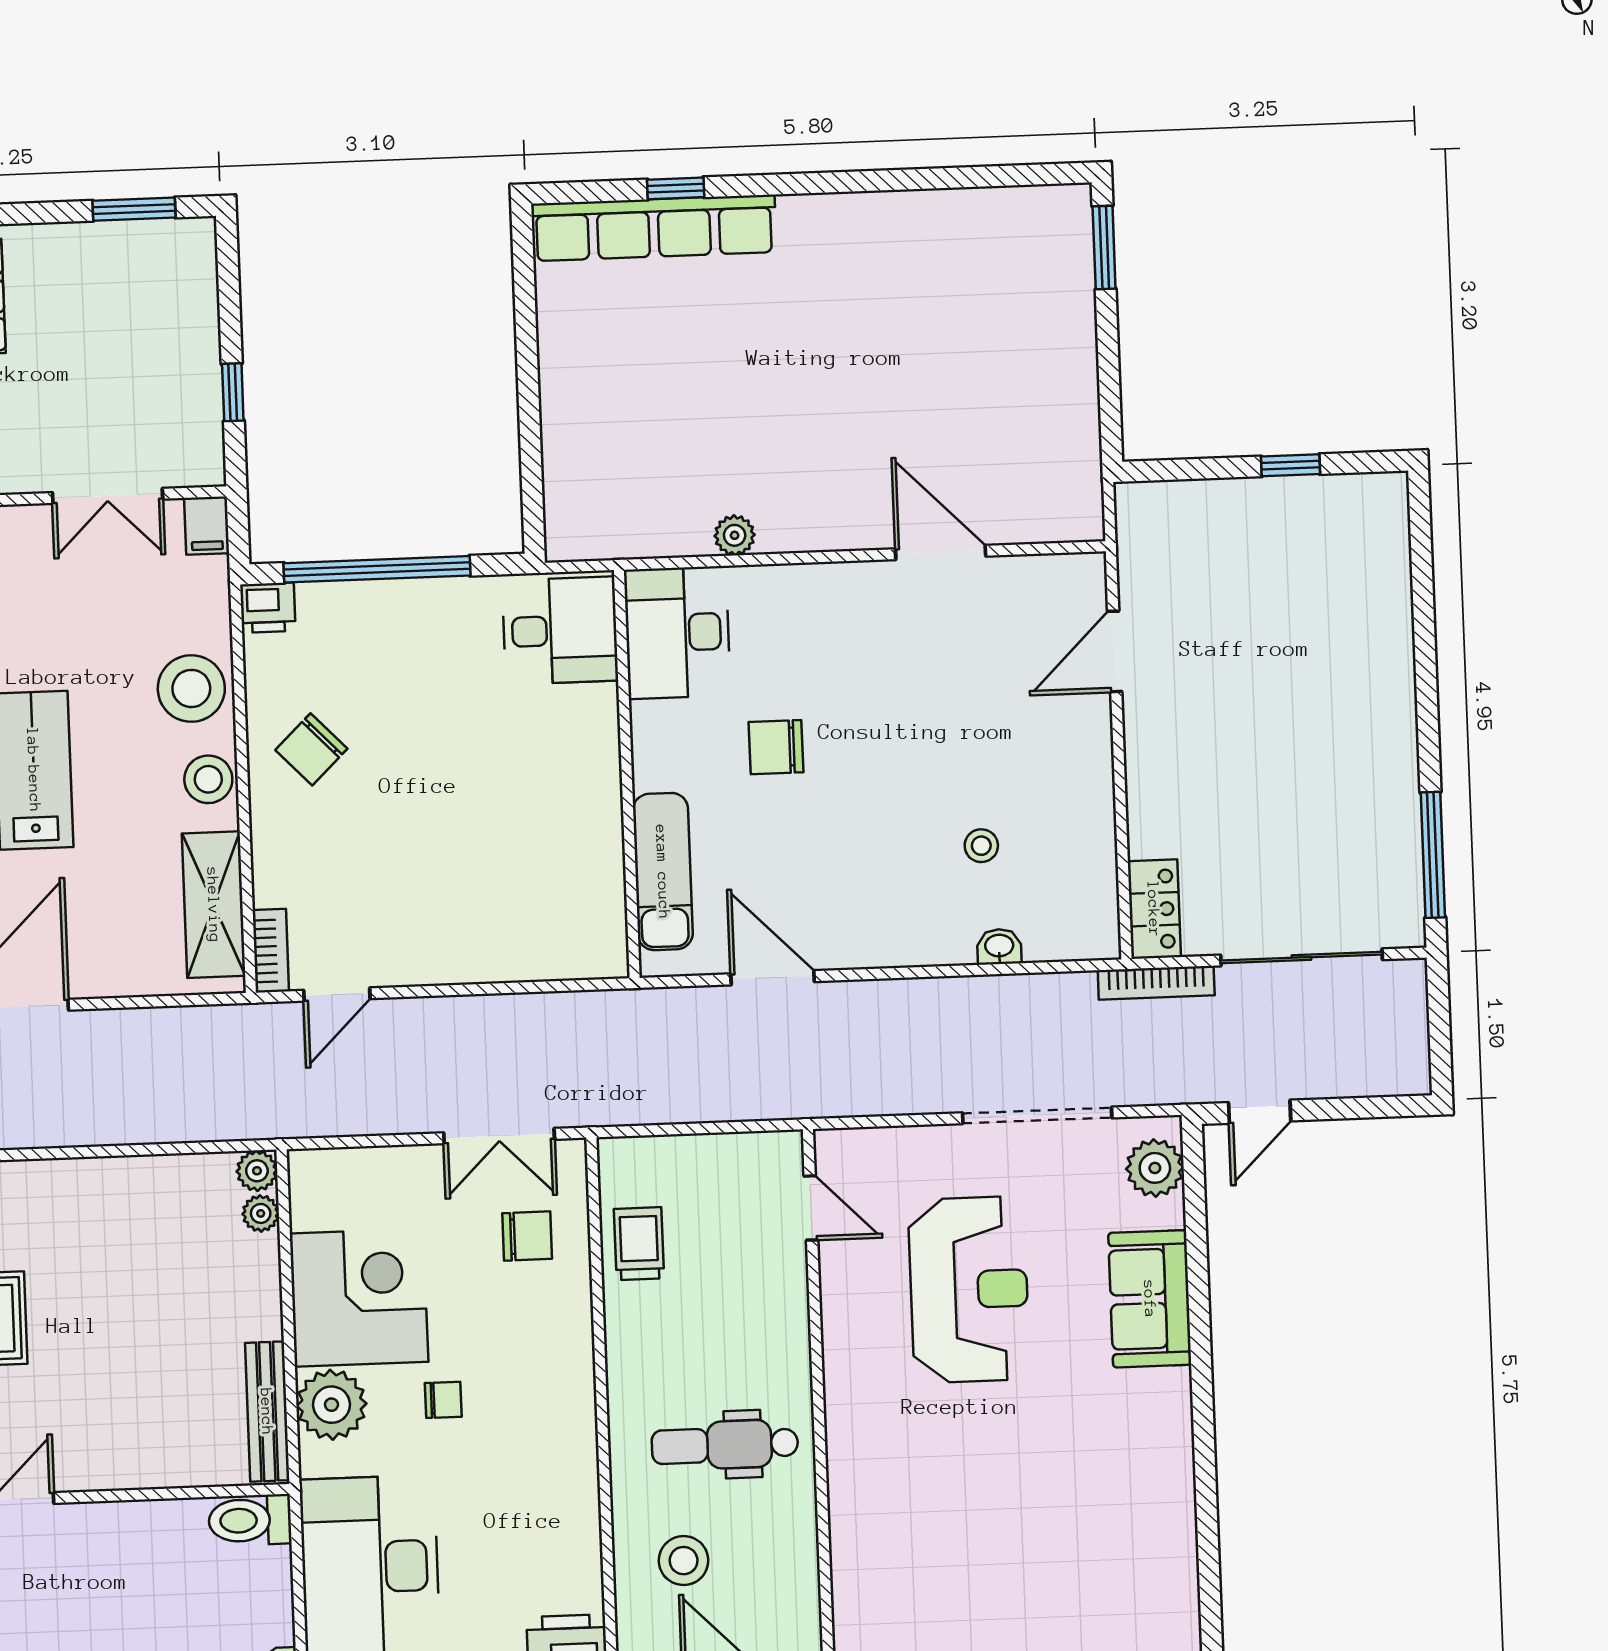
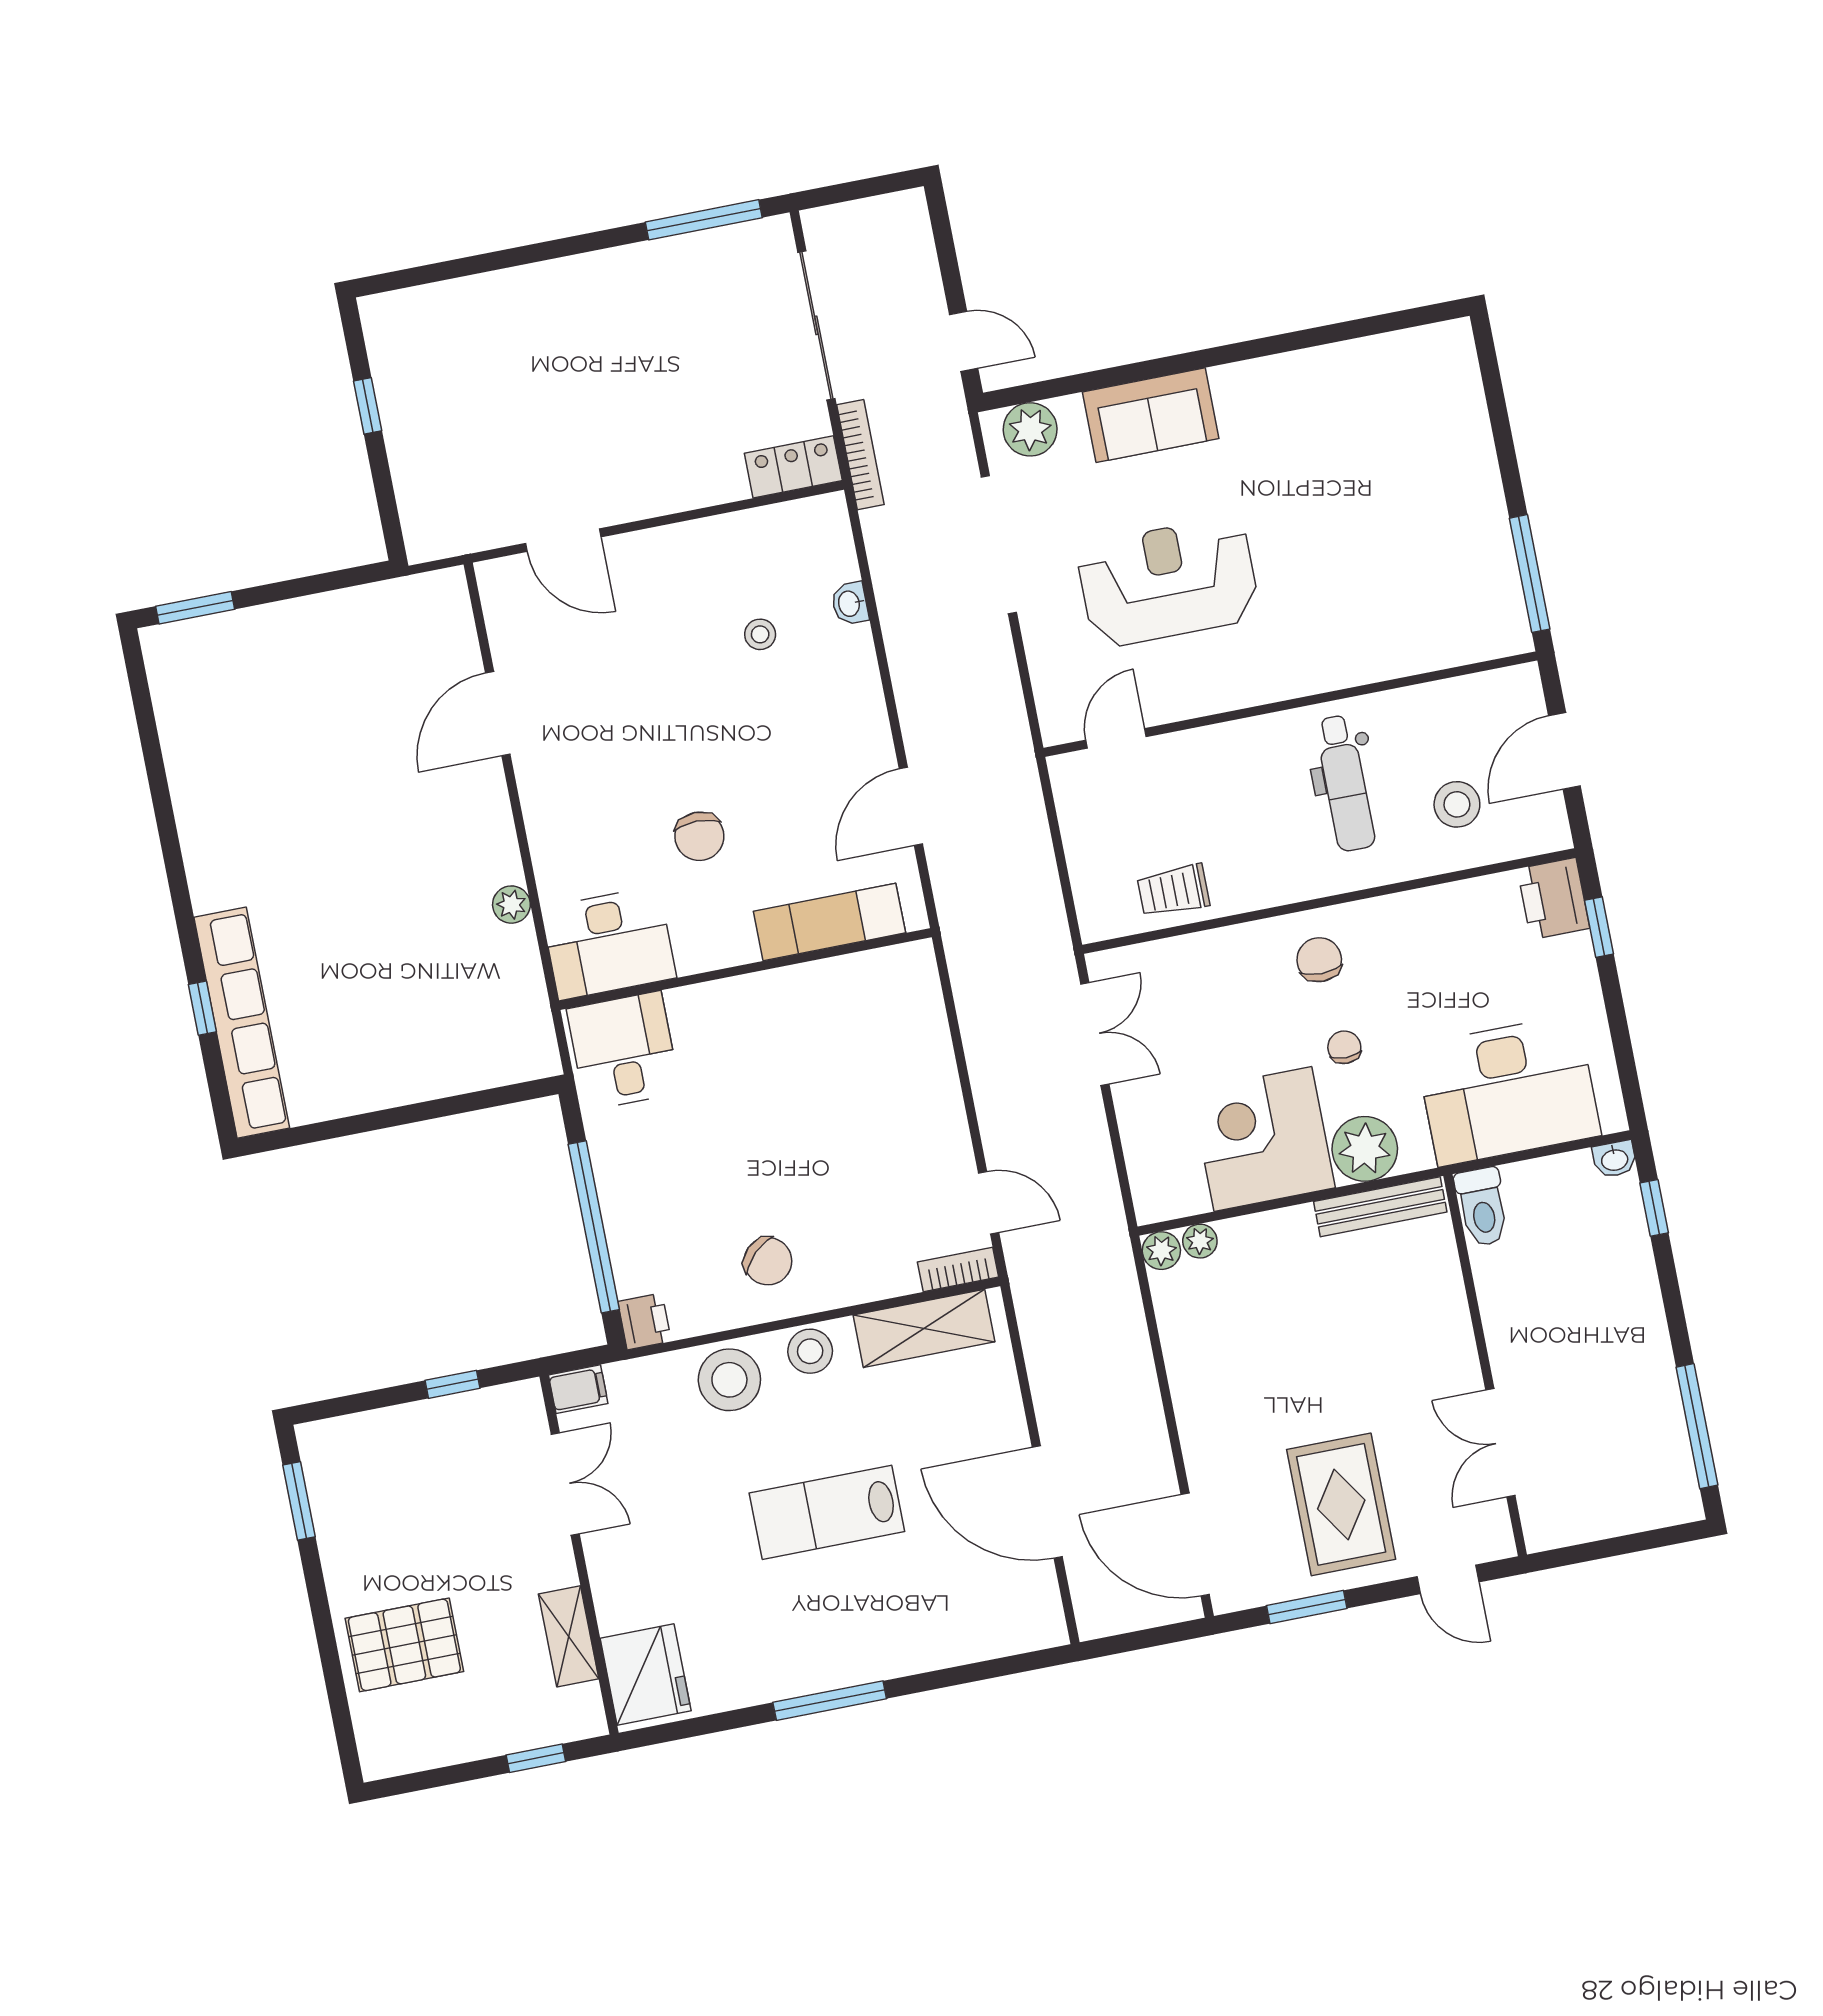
chair: (527, 1236) -> (1319, 960), moved

